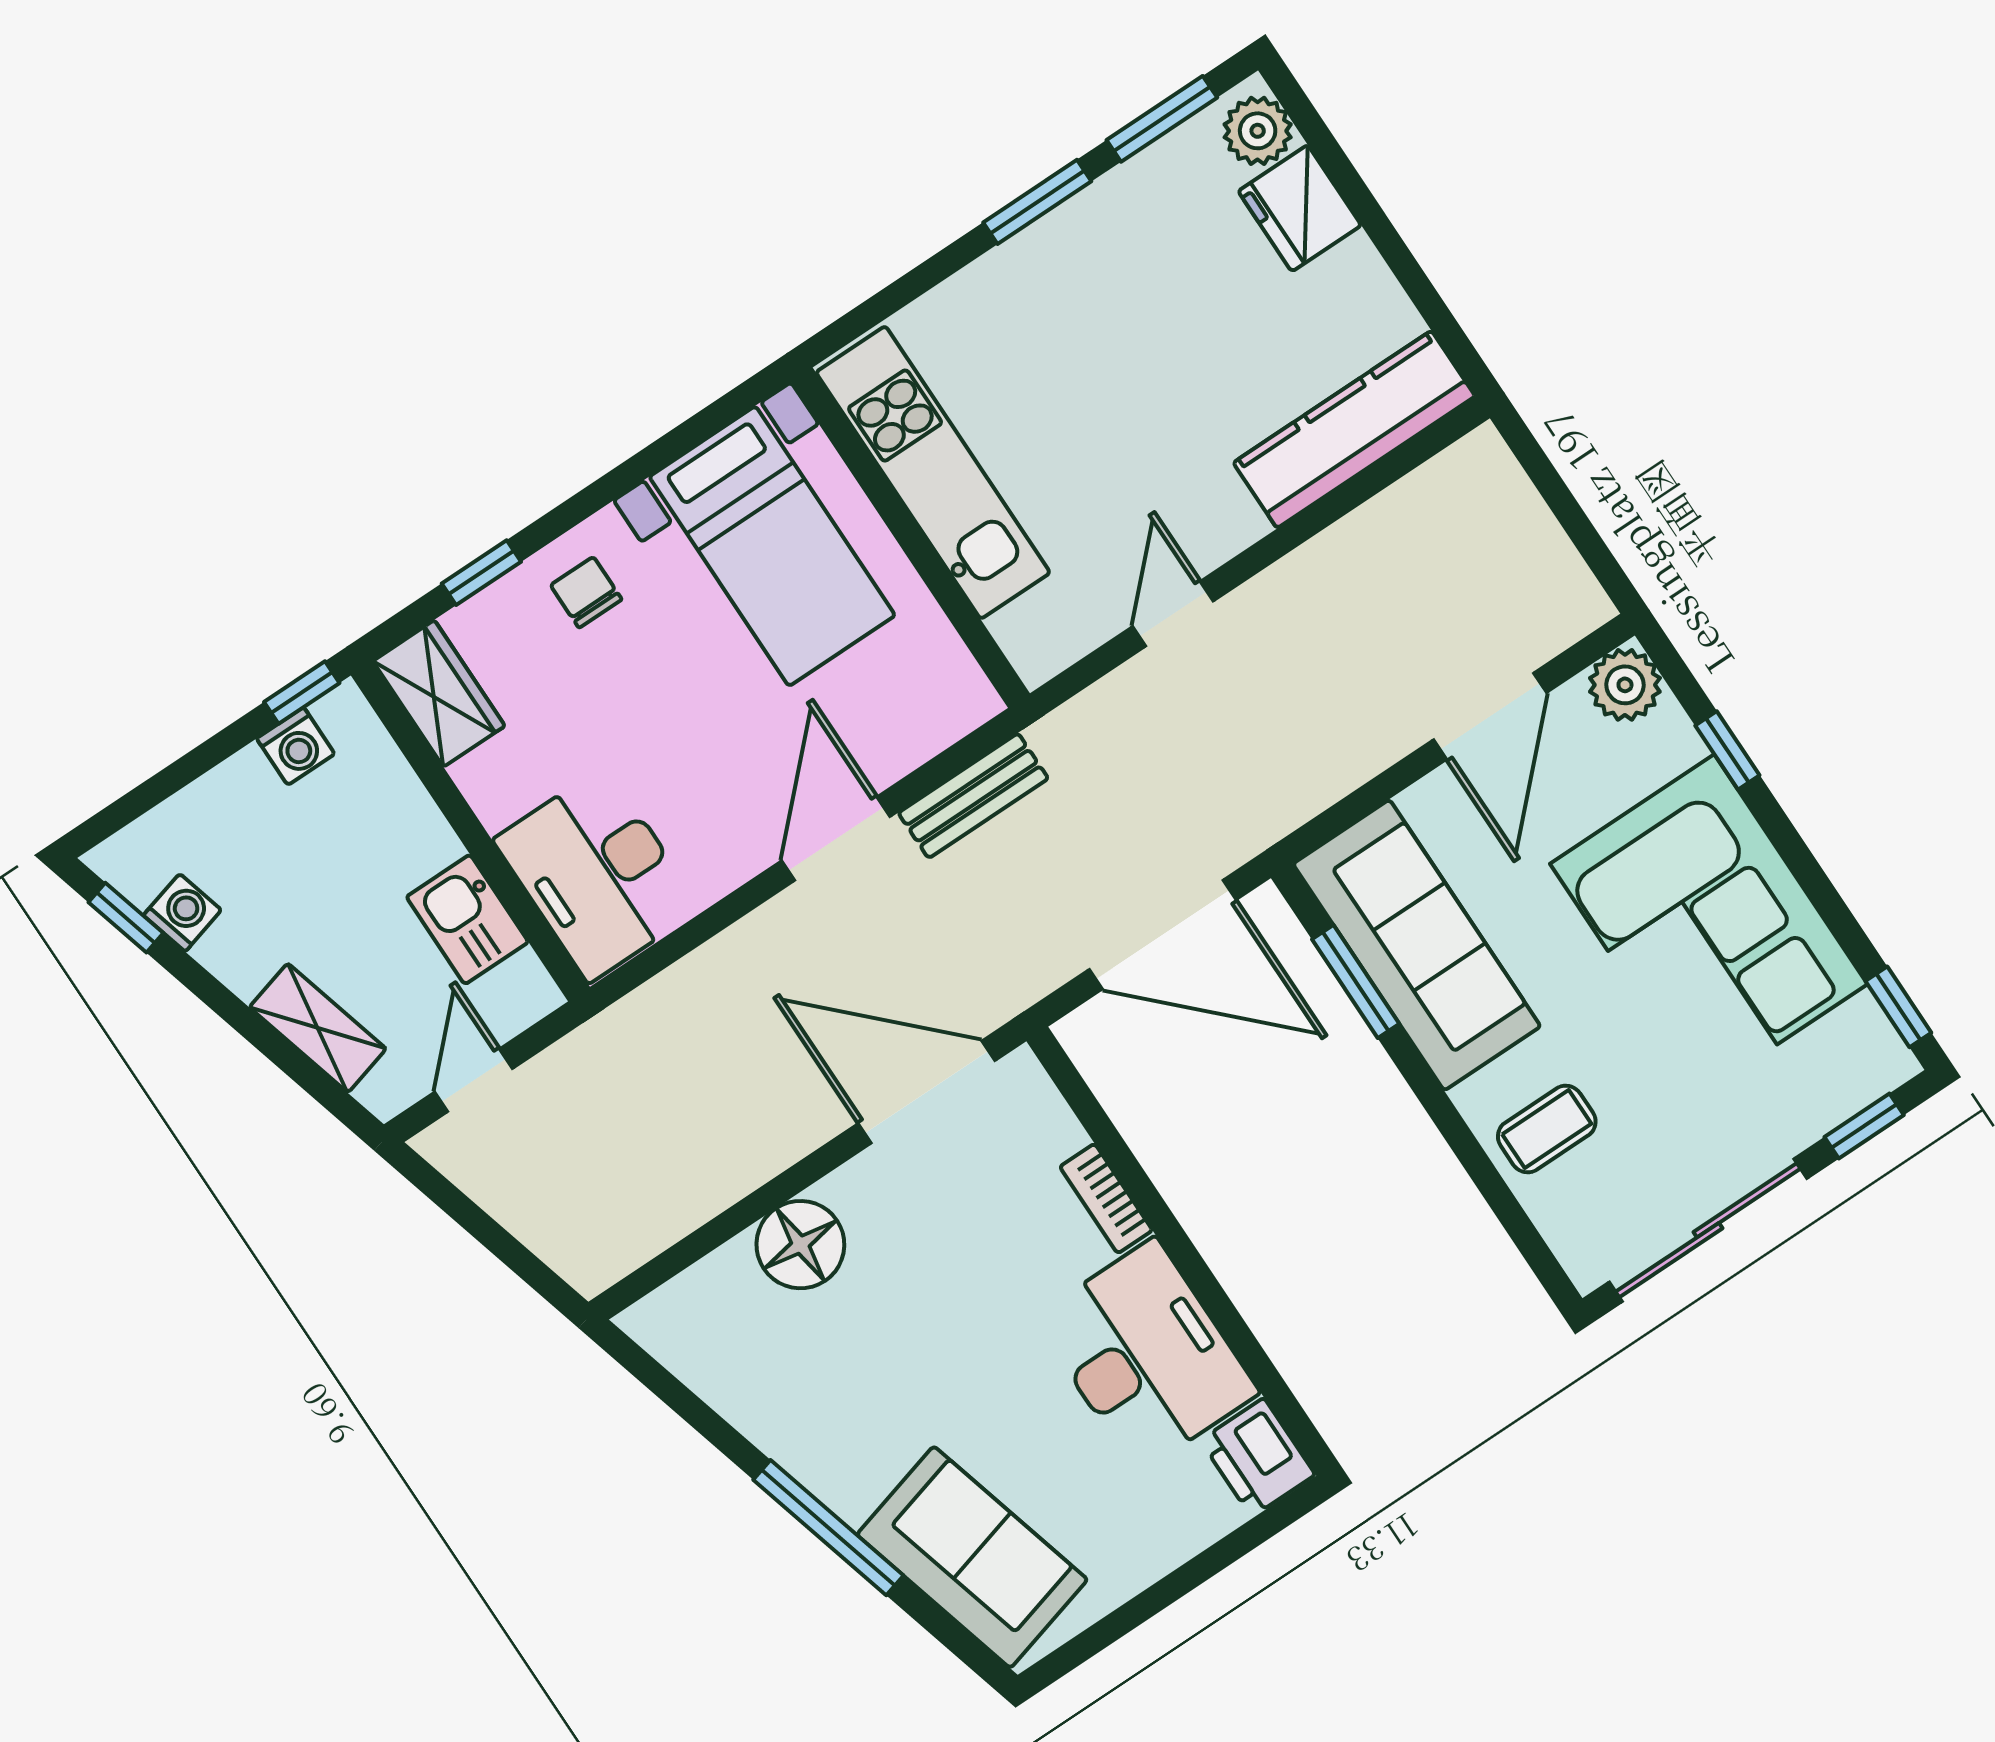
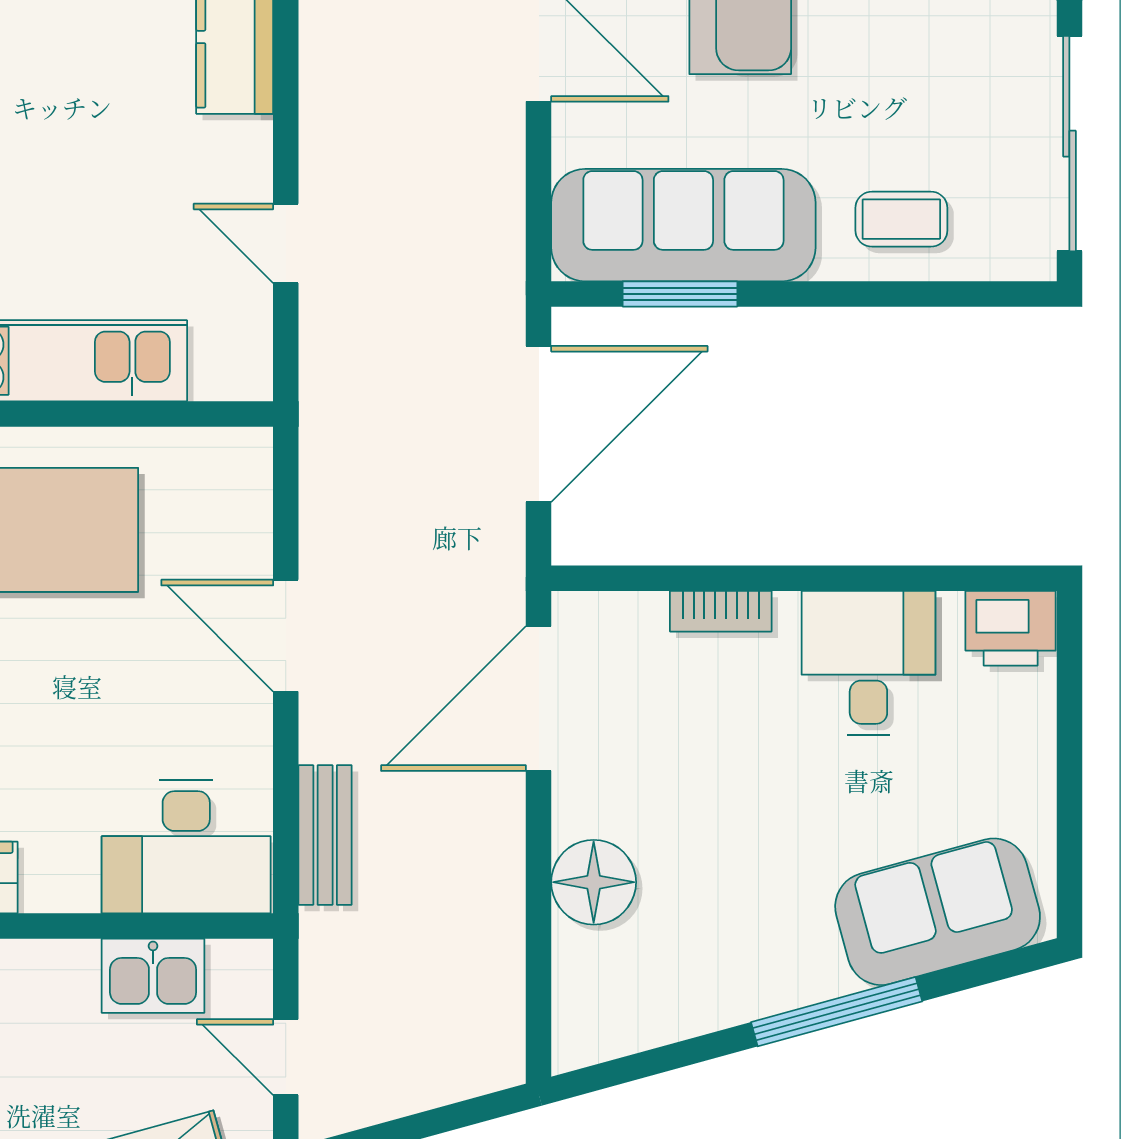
bench: (973, 796) -> (325, 835), moved
coffee table: (1547, 1129) -> (901, 219), turned 90
desk: (1146, 1355) -> (868, 663), width x0.73

